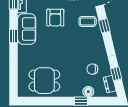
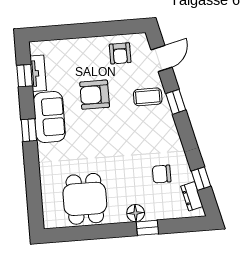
armchair: (55, 18) -> (95, 95), turned 90
dining table: (44, 81) -> (85, 199), turned 90
floor lamp: (88, 92) -> (136, 213), moved

